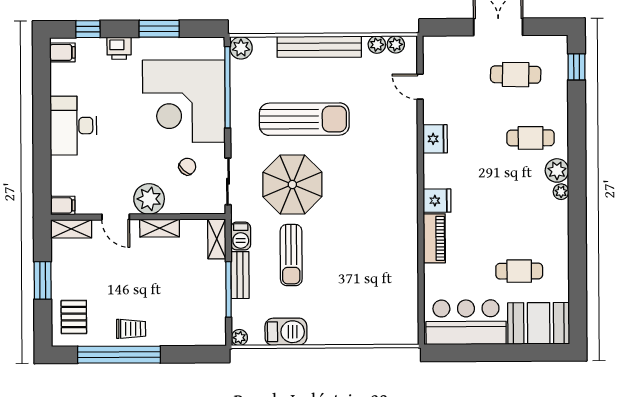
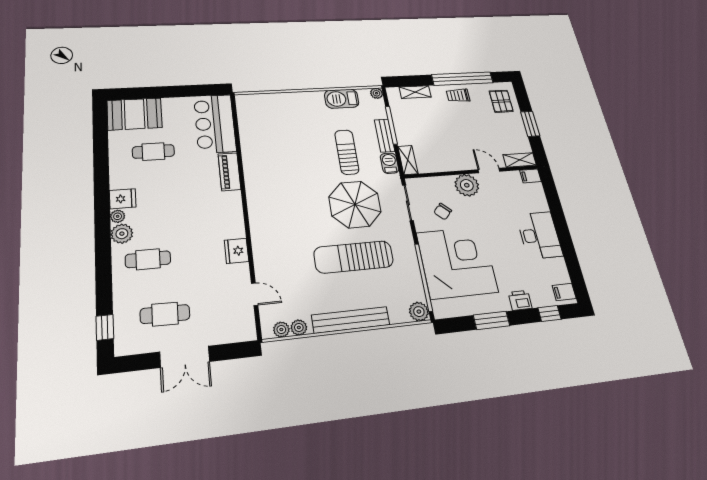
fridge: (437, 201) -> (123, 199), moved, turned 180
shelving: (160, 228) -> (415, 92), moved
bar counter: (466, 322) -> (215, 124), moved, turned 90

